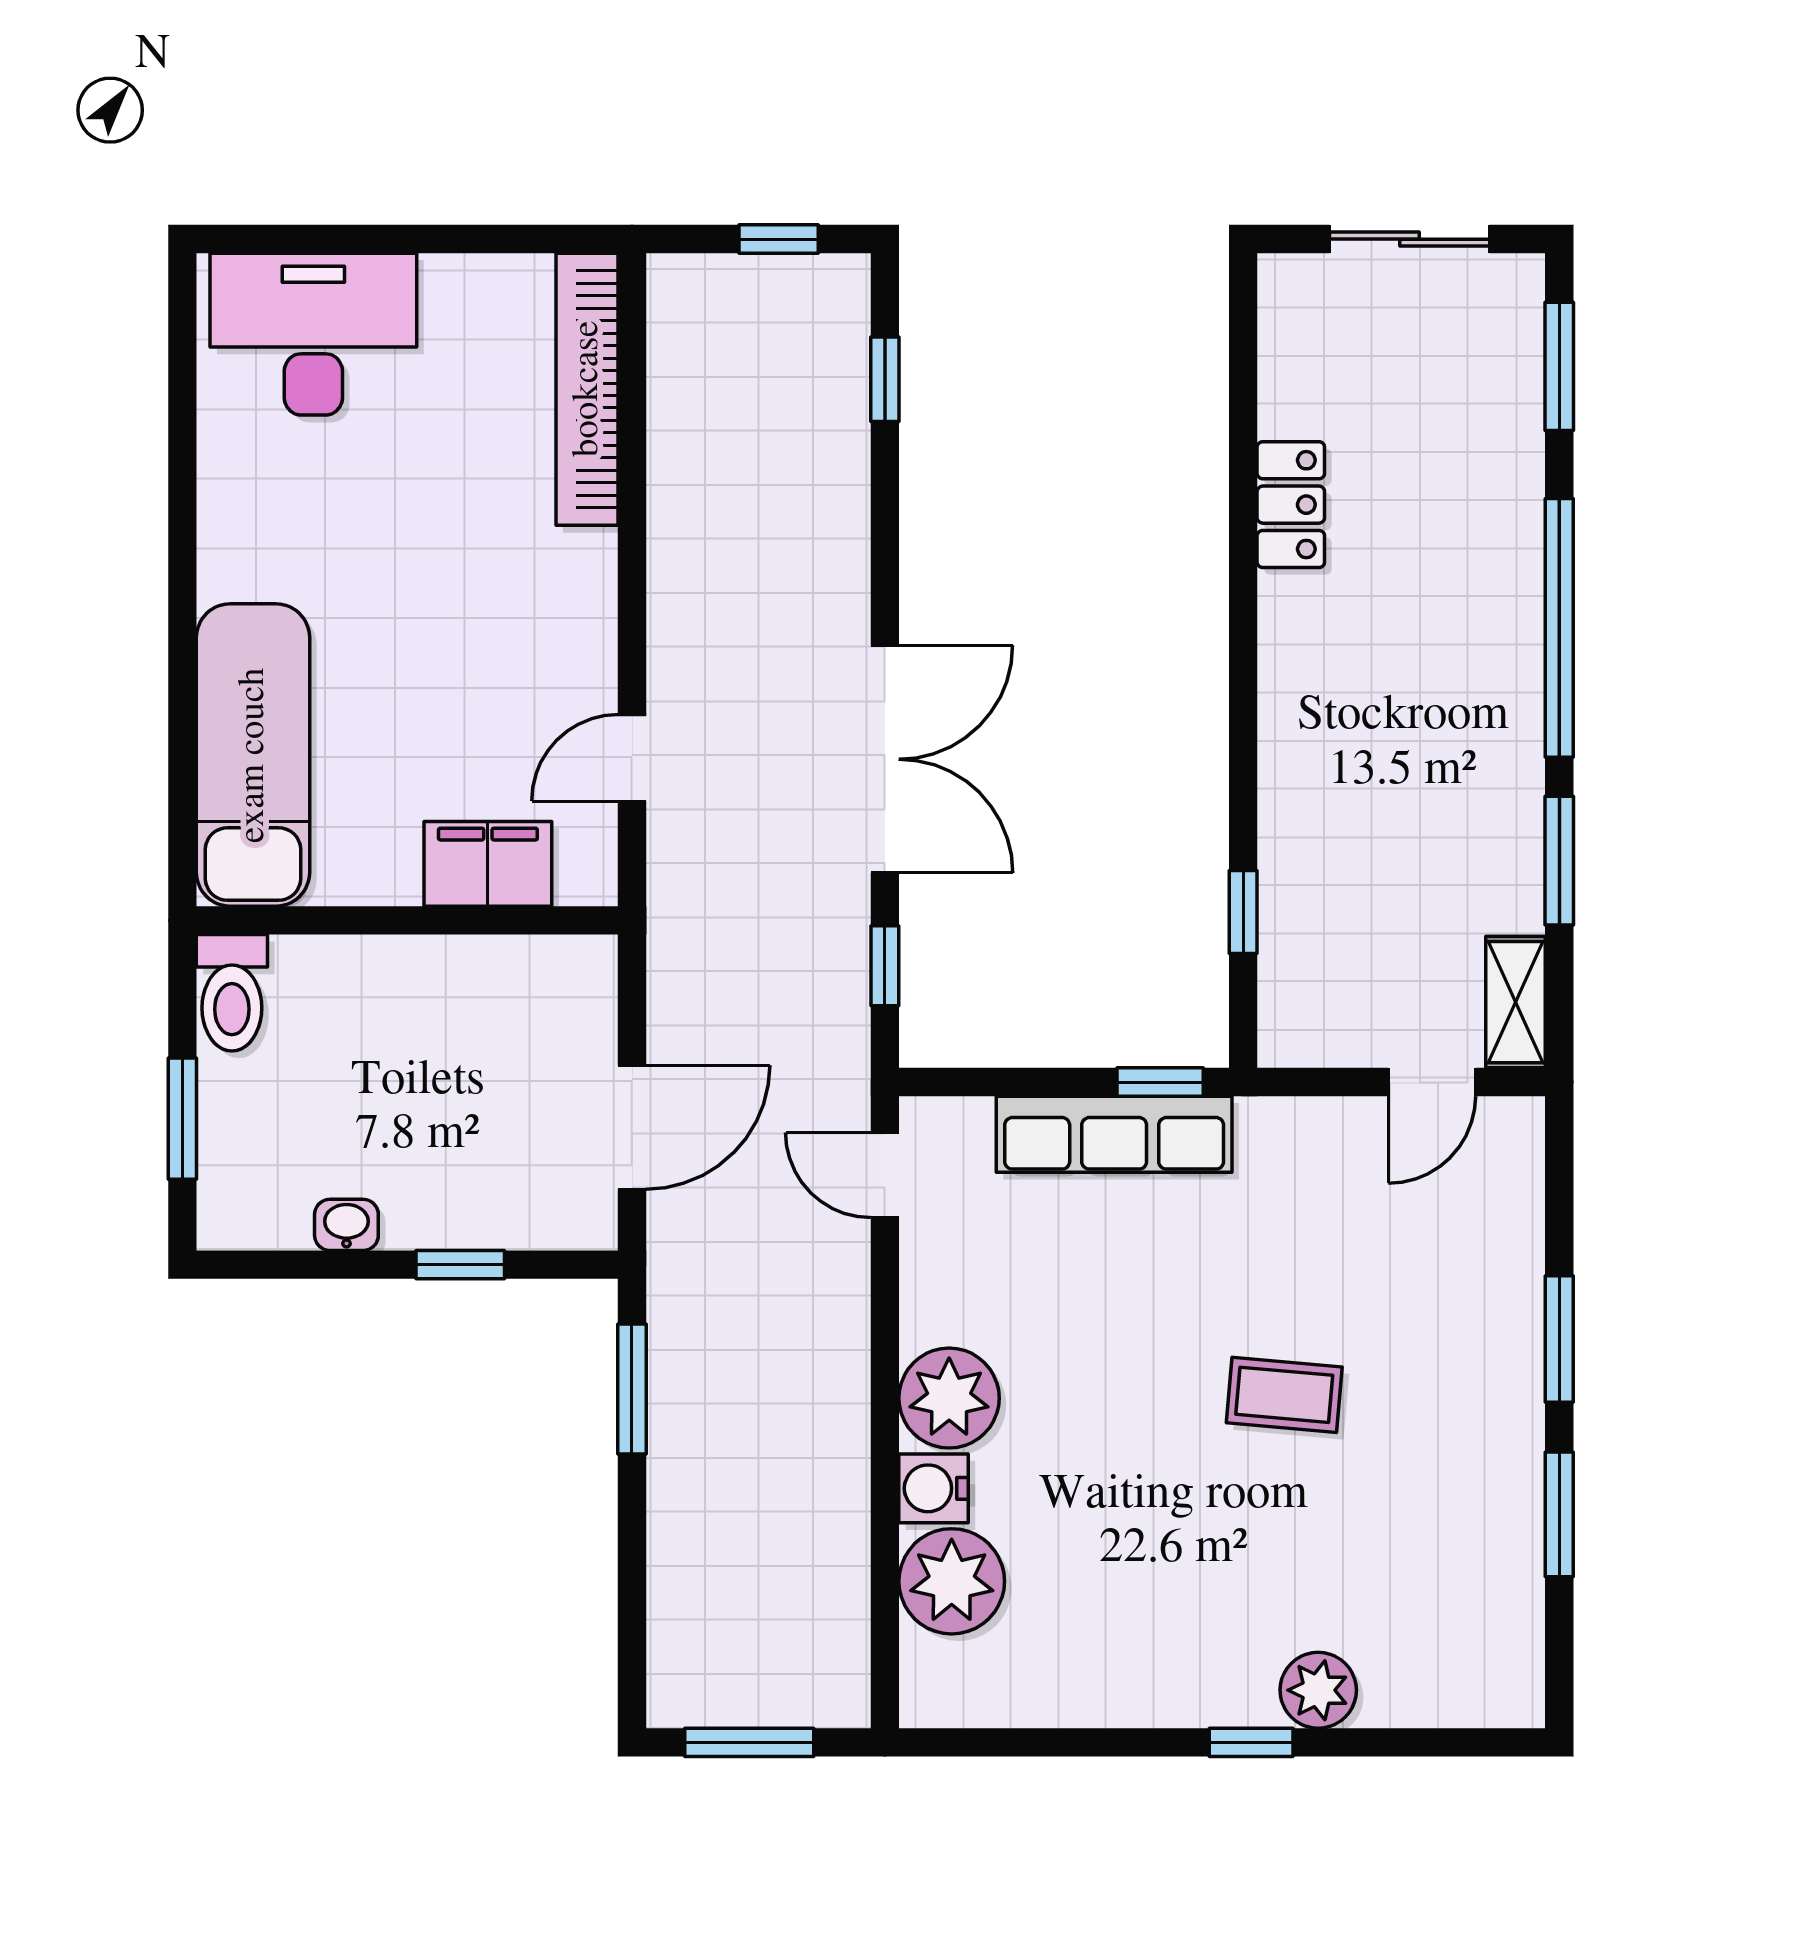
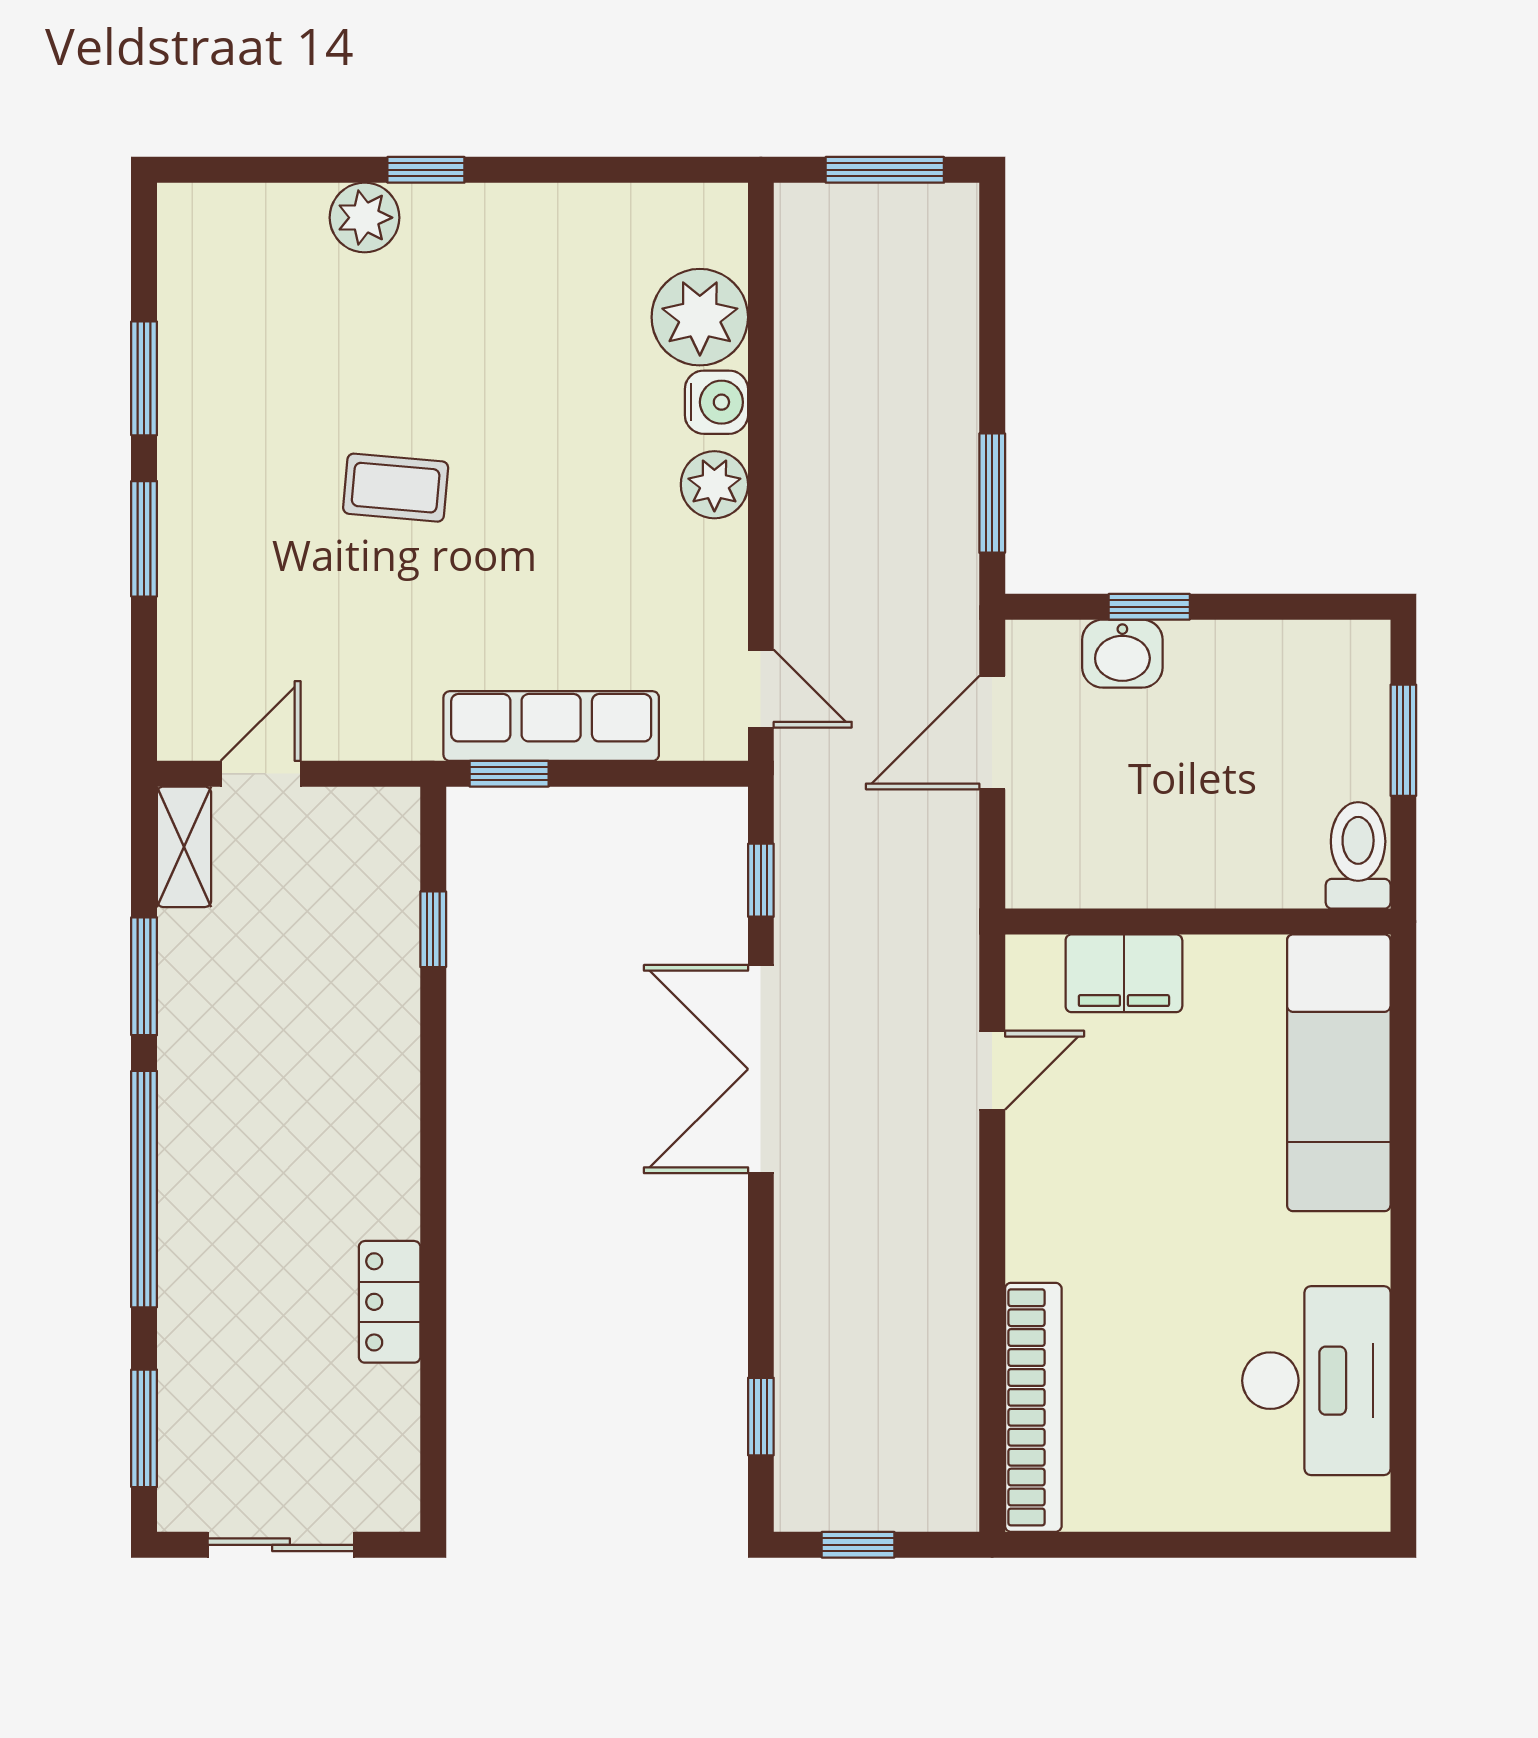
desk: (313, 334) -> (1316, 1381), moved, turned -90
washbasin: (346, 1225) -> (1122, 654), moved, width x1.38, depth x1.45
plant: (949, 1398) -> (714, 485), width x0.73, depth x0.73

